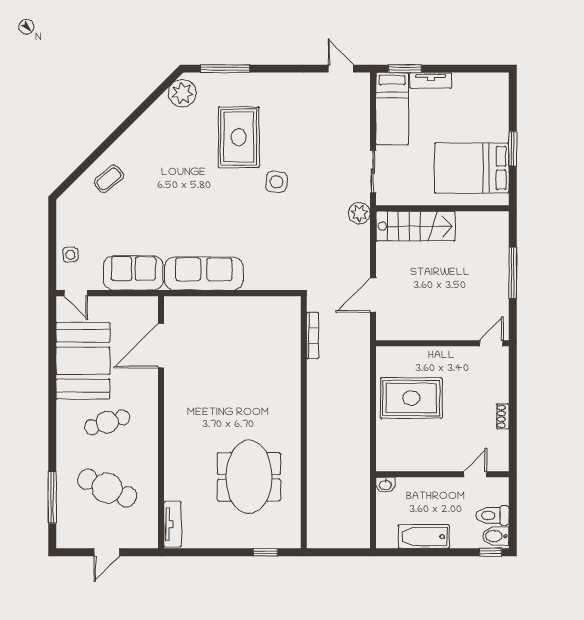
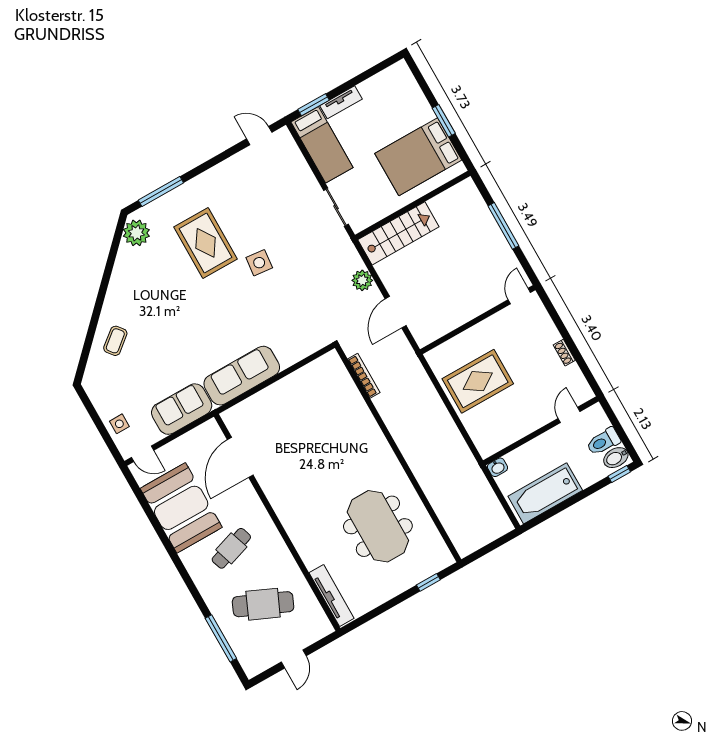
plant: (359, 213) -> (362, 280), moved
tv unit: (173, 524) -> (332, 595), width x1.41
bathtub: (424, 536) -> (545, 493), width x1.36, depth x1.36

